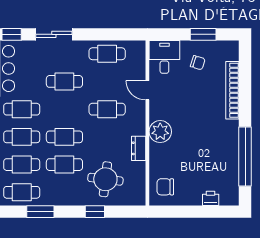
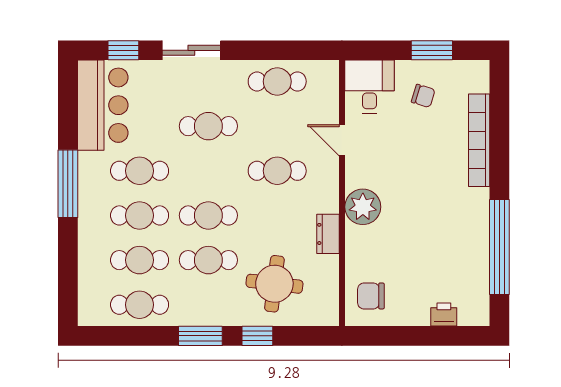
window: (40, 212) -> (200, 336), moved

